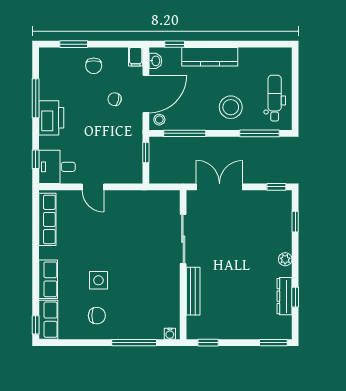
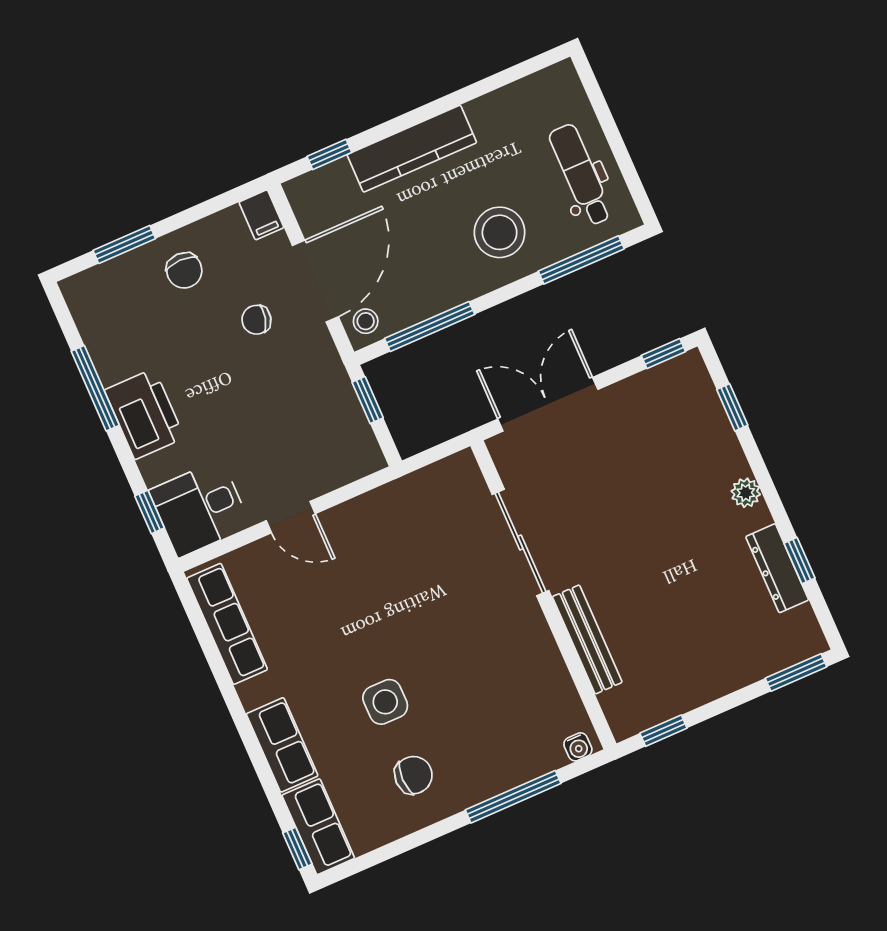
washbasin: (155, 61) -> (305, 206), removed

